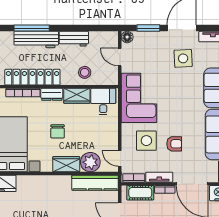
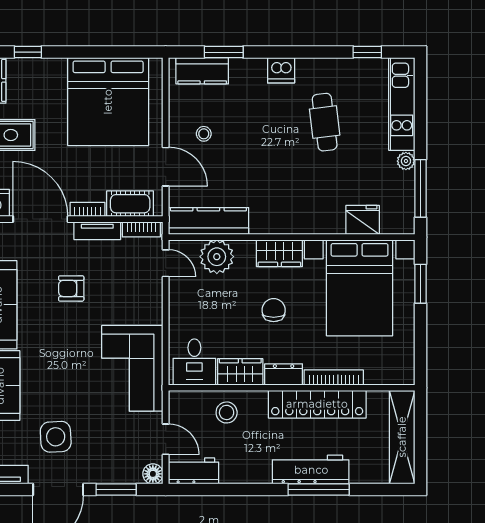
workbench: (74, 39) -> (194, 471), moved
side table: (146, 141) -> (119, 294), removed
wardrobe: (66, 164) -> (279, 253), moved

